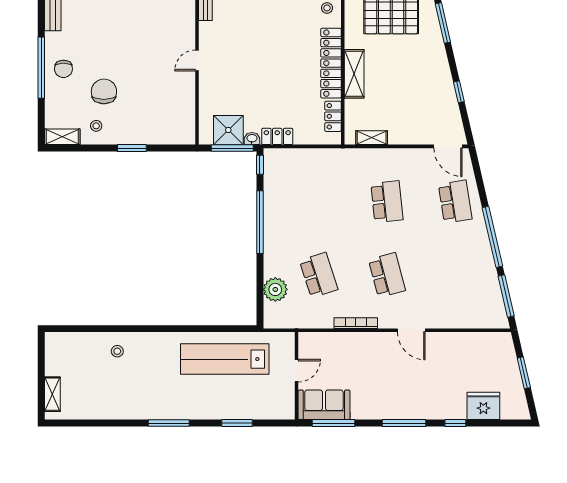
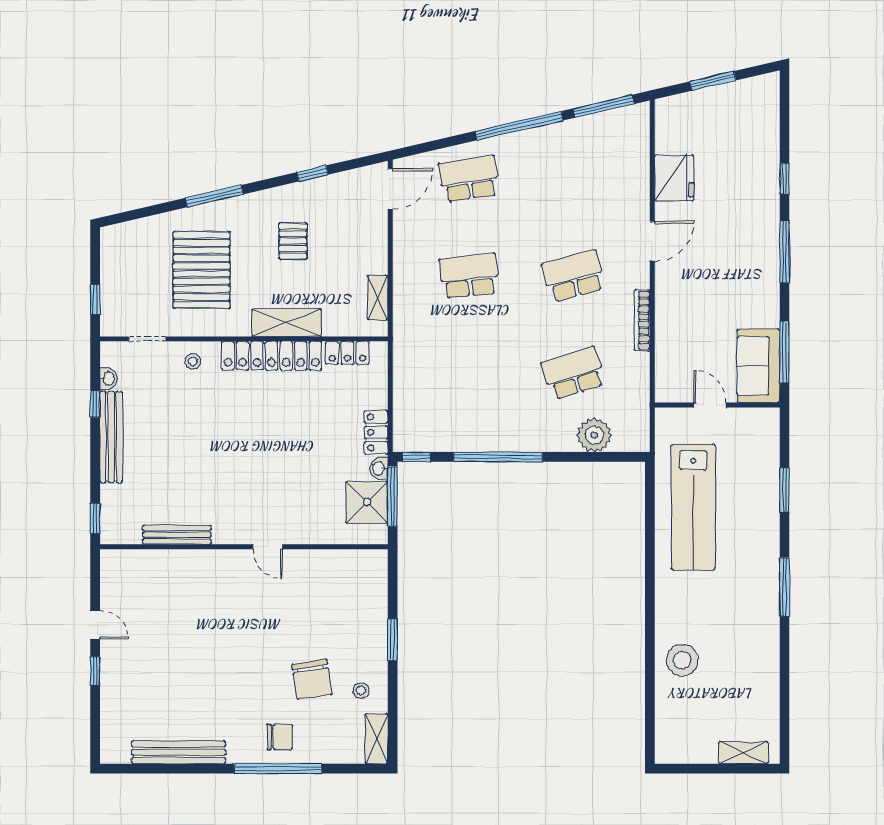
pallet: (411, 78) -> (293, 241), added
chair: (104, 91) -> (312, 679), turned -99
stool: (117, 351) -> (682, 660), width x1.89, depth x1.89
fridge: (483, 406) -> (674, 178), moved, turned 180

